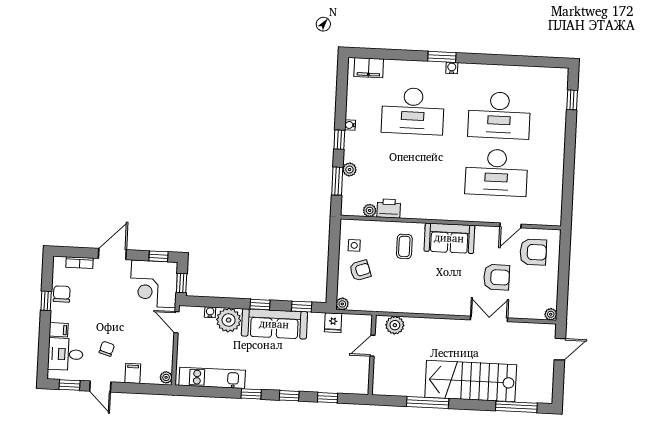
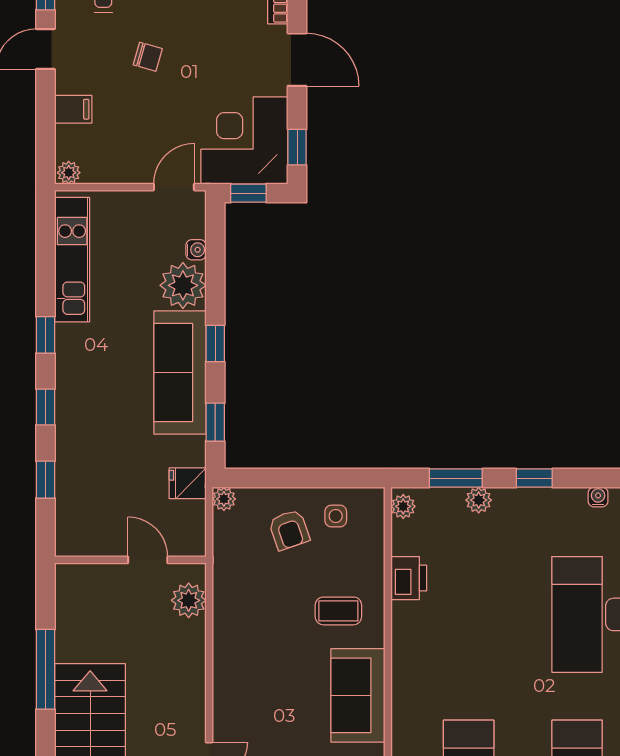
water cooler: (350, 125) -> (598, 497), moved
plant: (370, 210) -> (403, 506), moved
chair: (107, 349) -> (148, 57), moved

